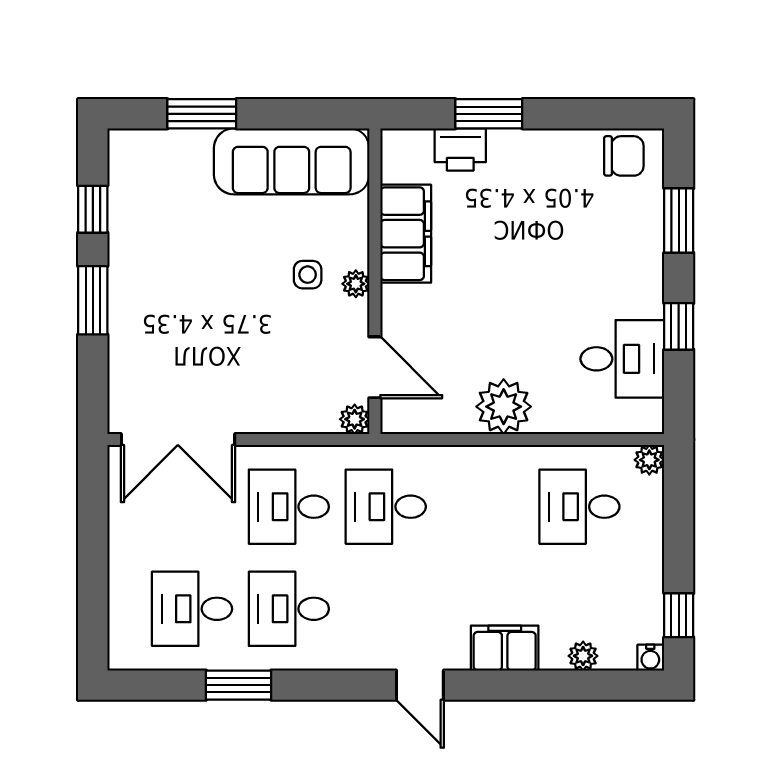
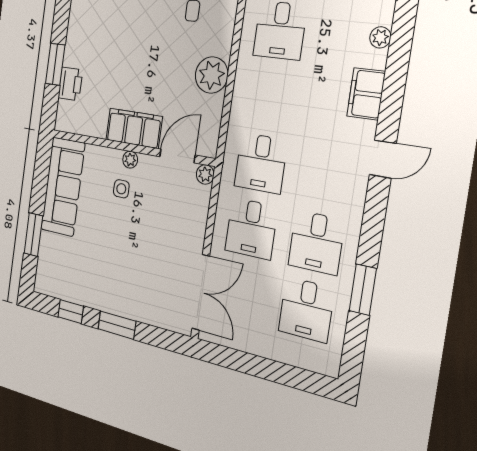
filing cabinet: (406, 234) -> (134, 128), moved

